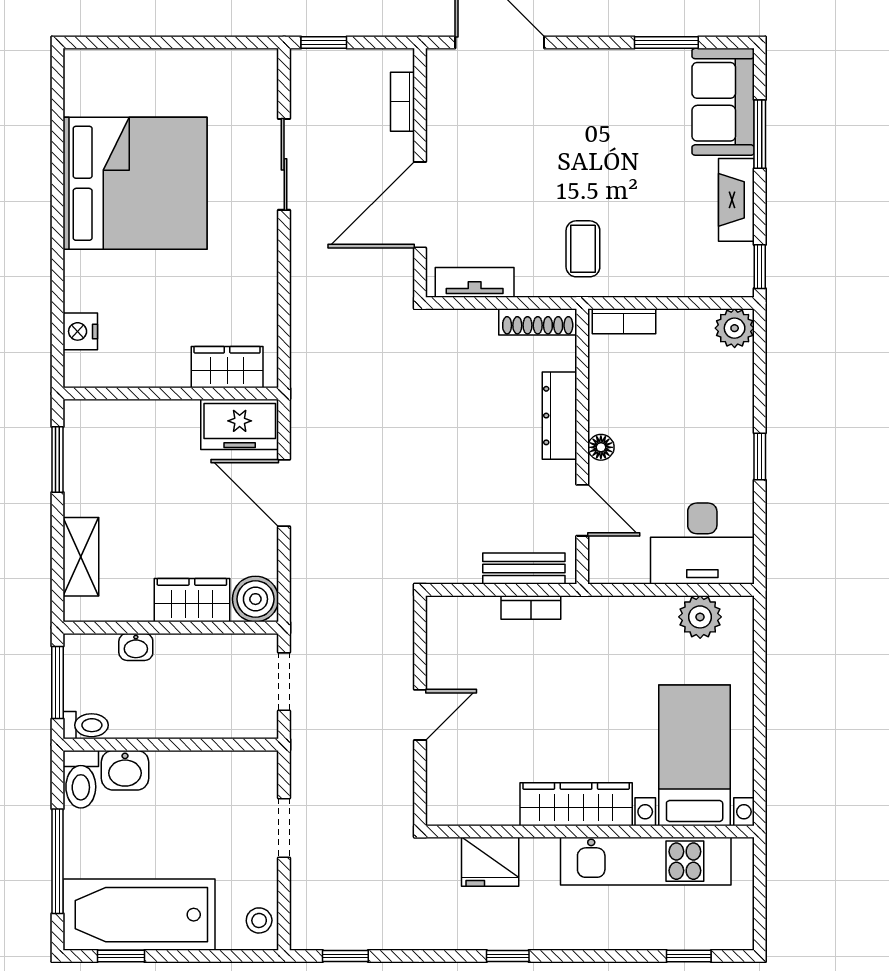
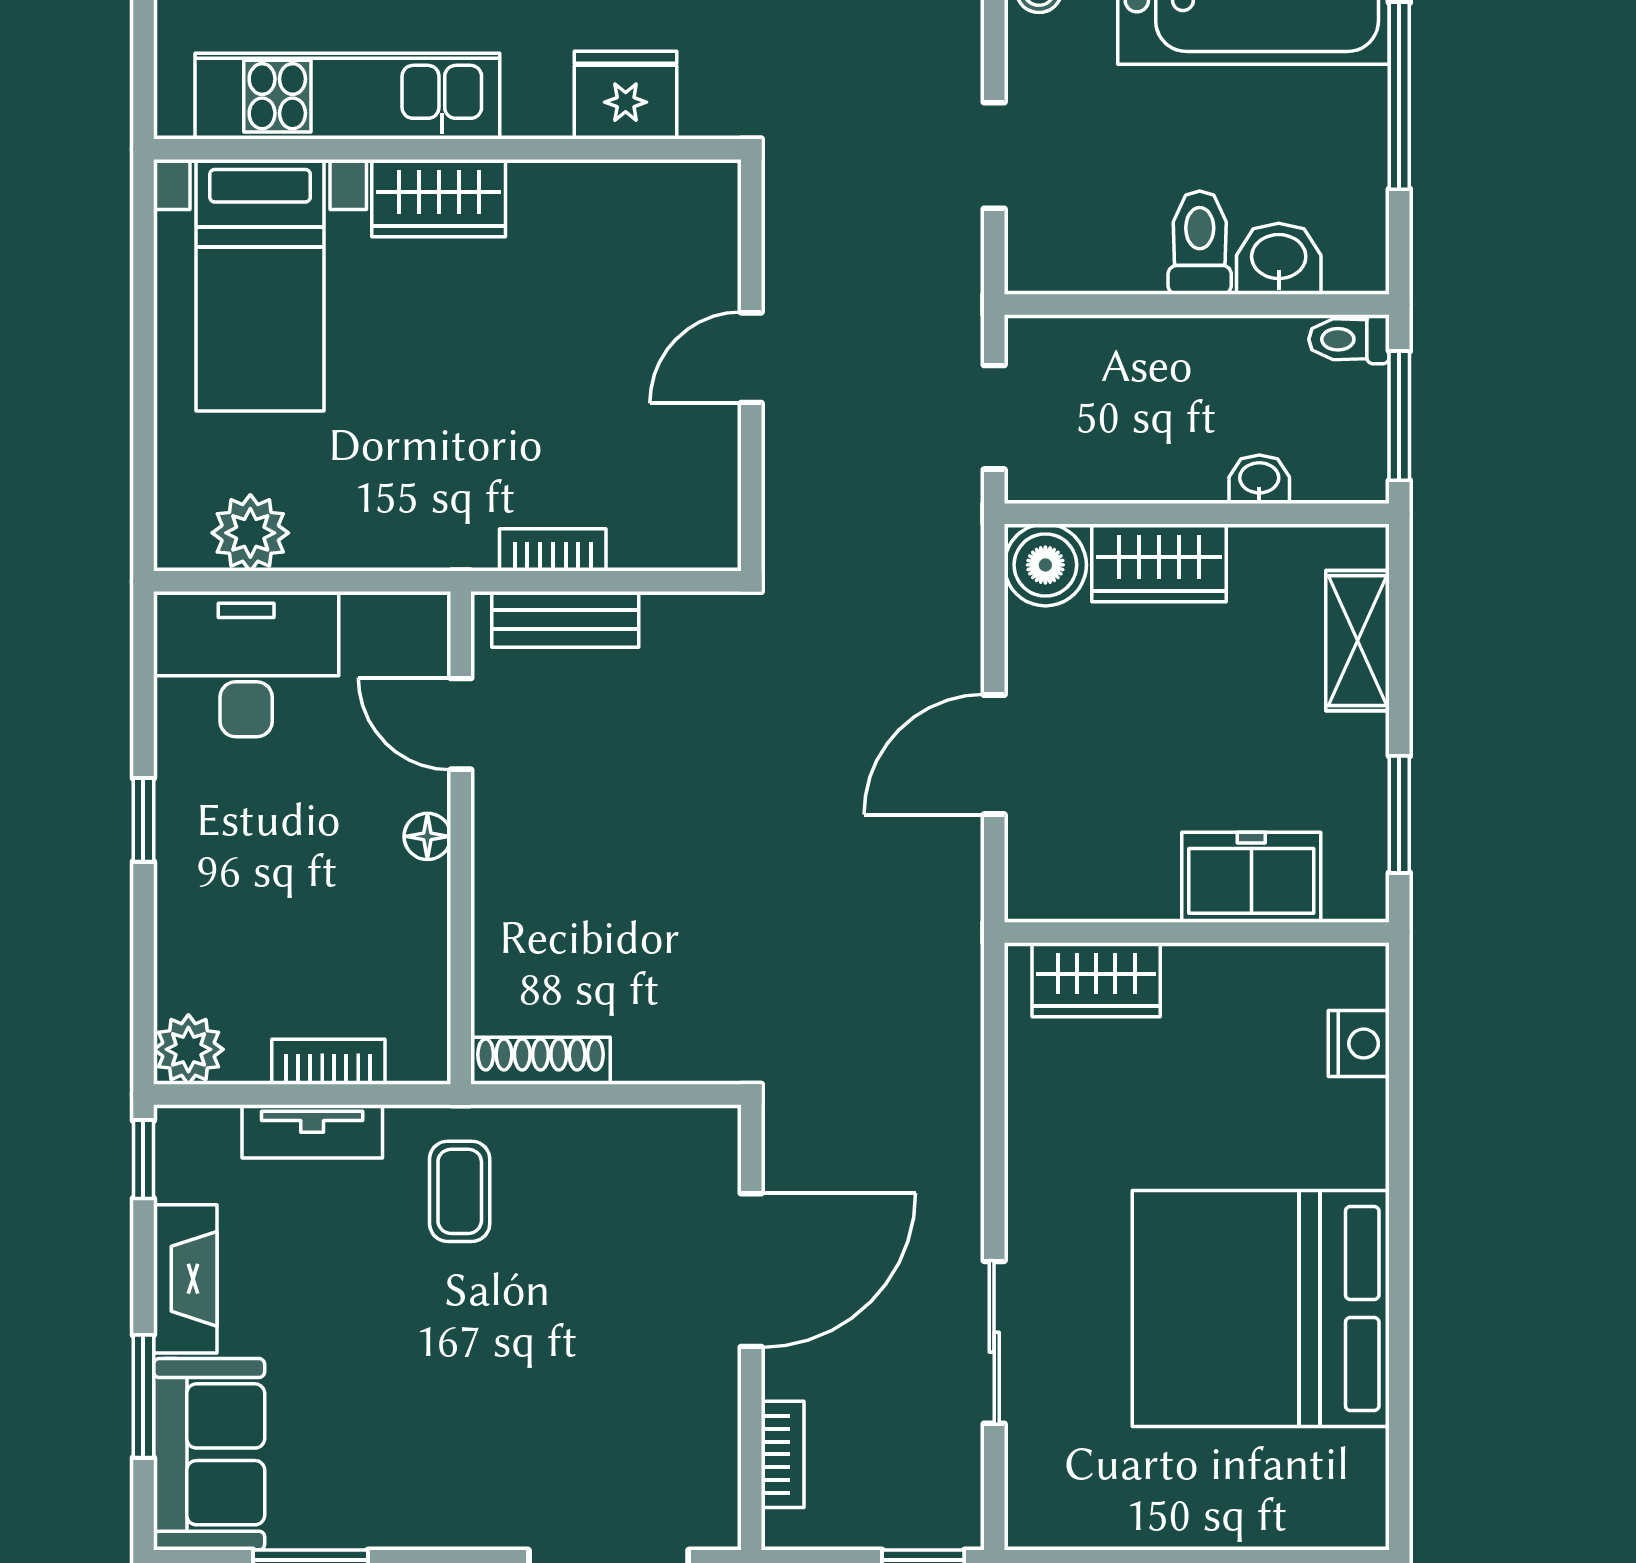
tv unit: (475, 282) -> (312, 1131), moved
bookcase: (624, 321) -> (328, 1062), moved
dresser: (560, 416) -> (502, 893), removed
freezer: (240, 424) -> (1251, 877), moved
door: (284, 493) -> (994, 755), swing flipped
toilet: (81, 779) -> (1200, 243), moved
wardrobe: (576, 804) -> (439, 198), width x0.67

